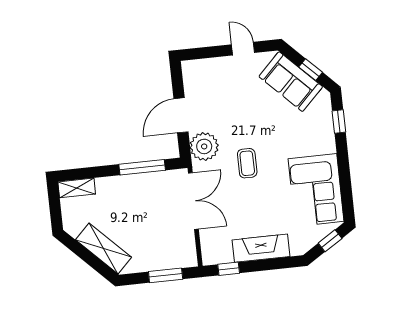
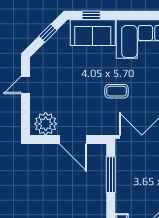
sofa: (291, 82) -> (93, 33), moved, turned 45
plant: (204, 146) -> (46, 124), moved

